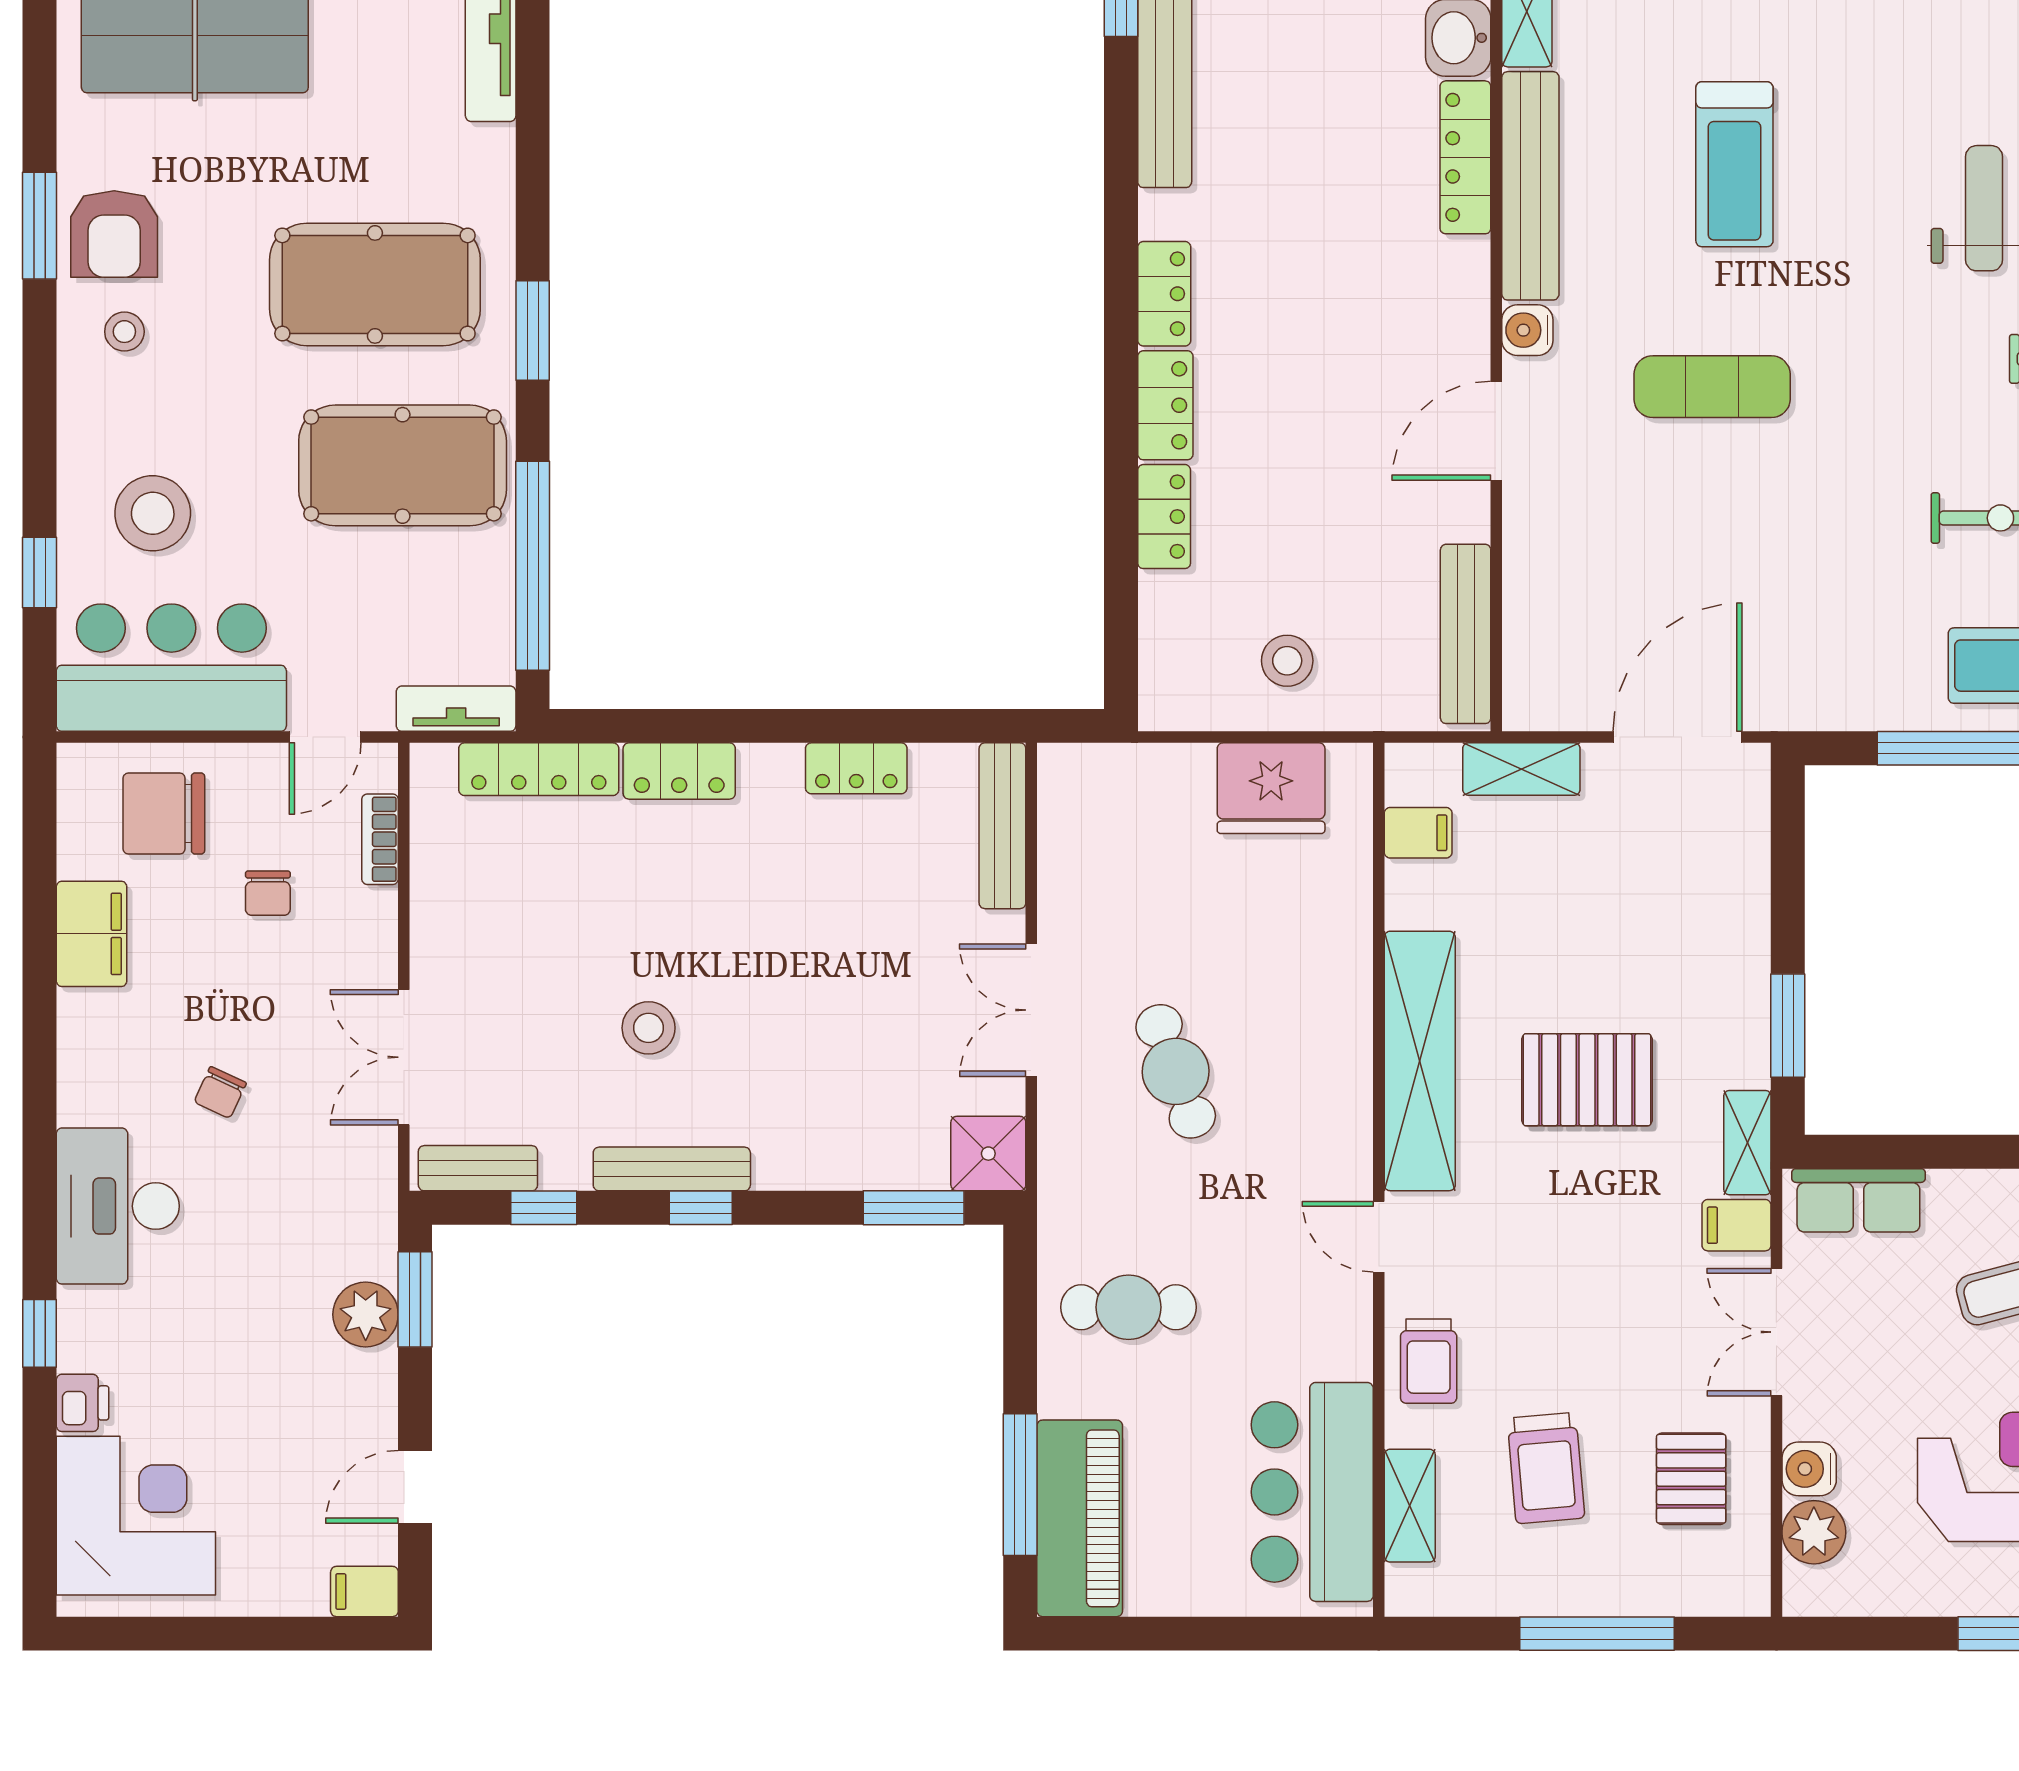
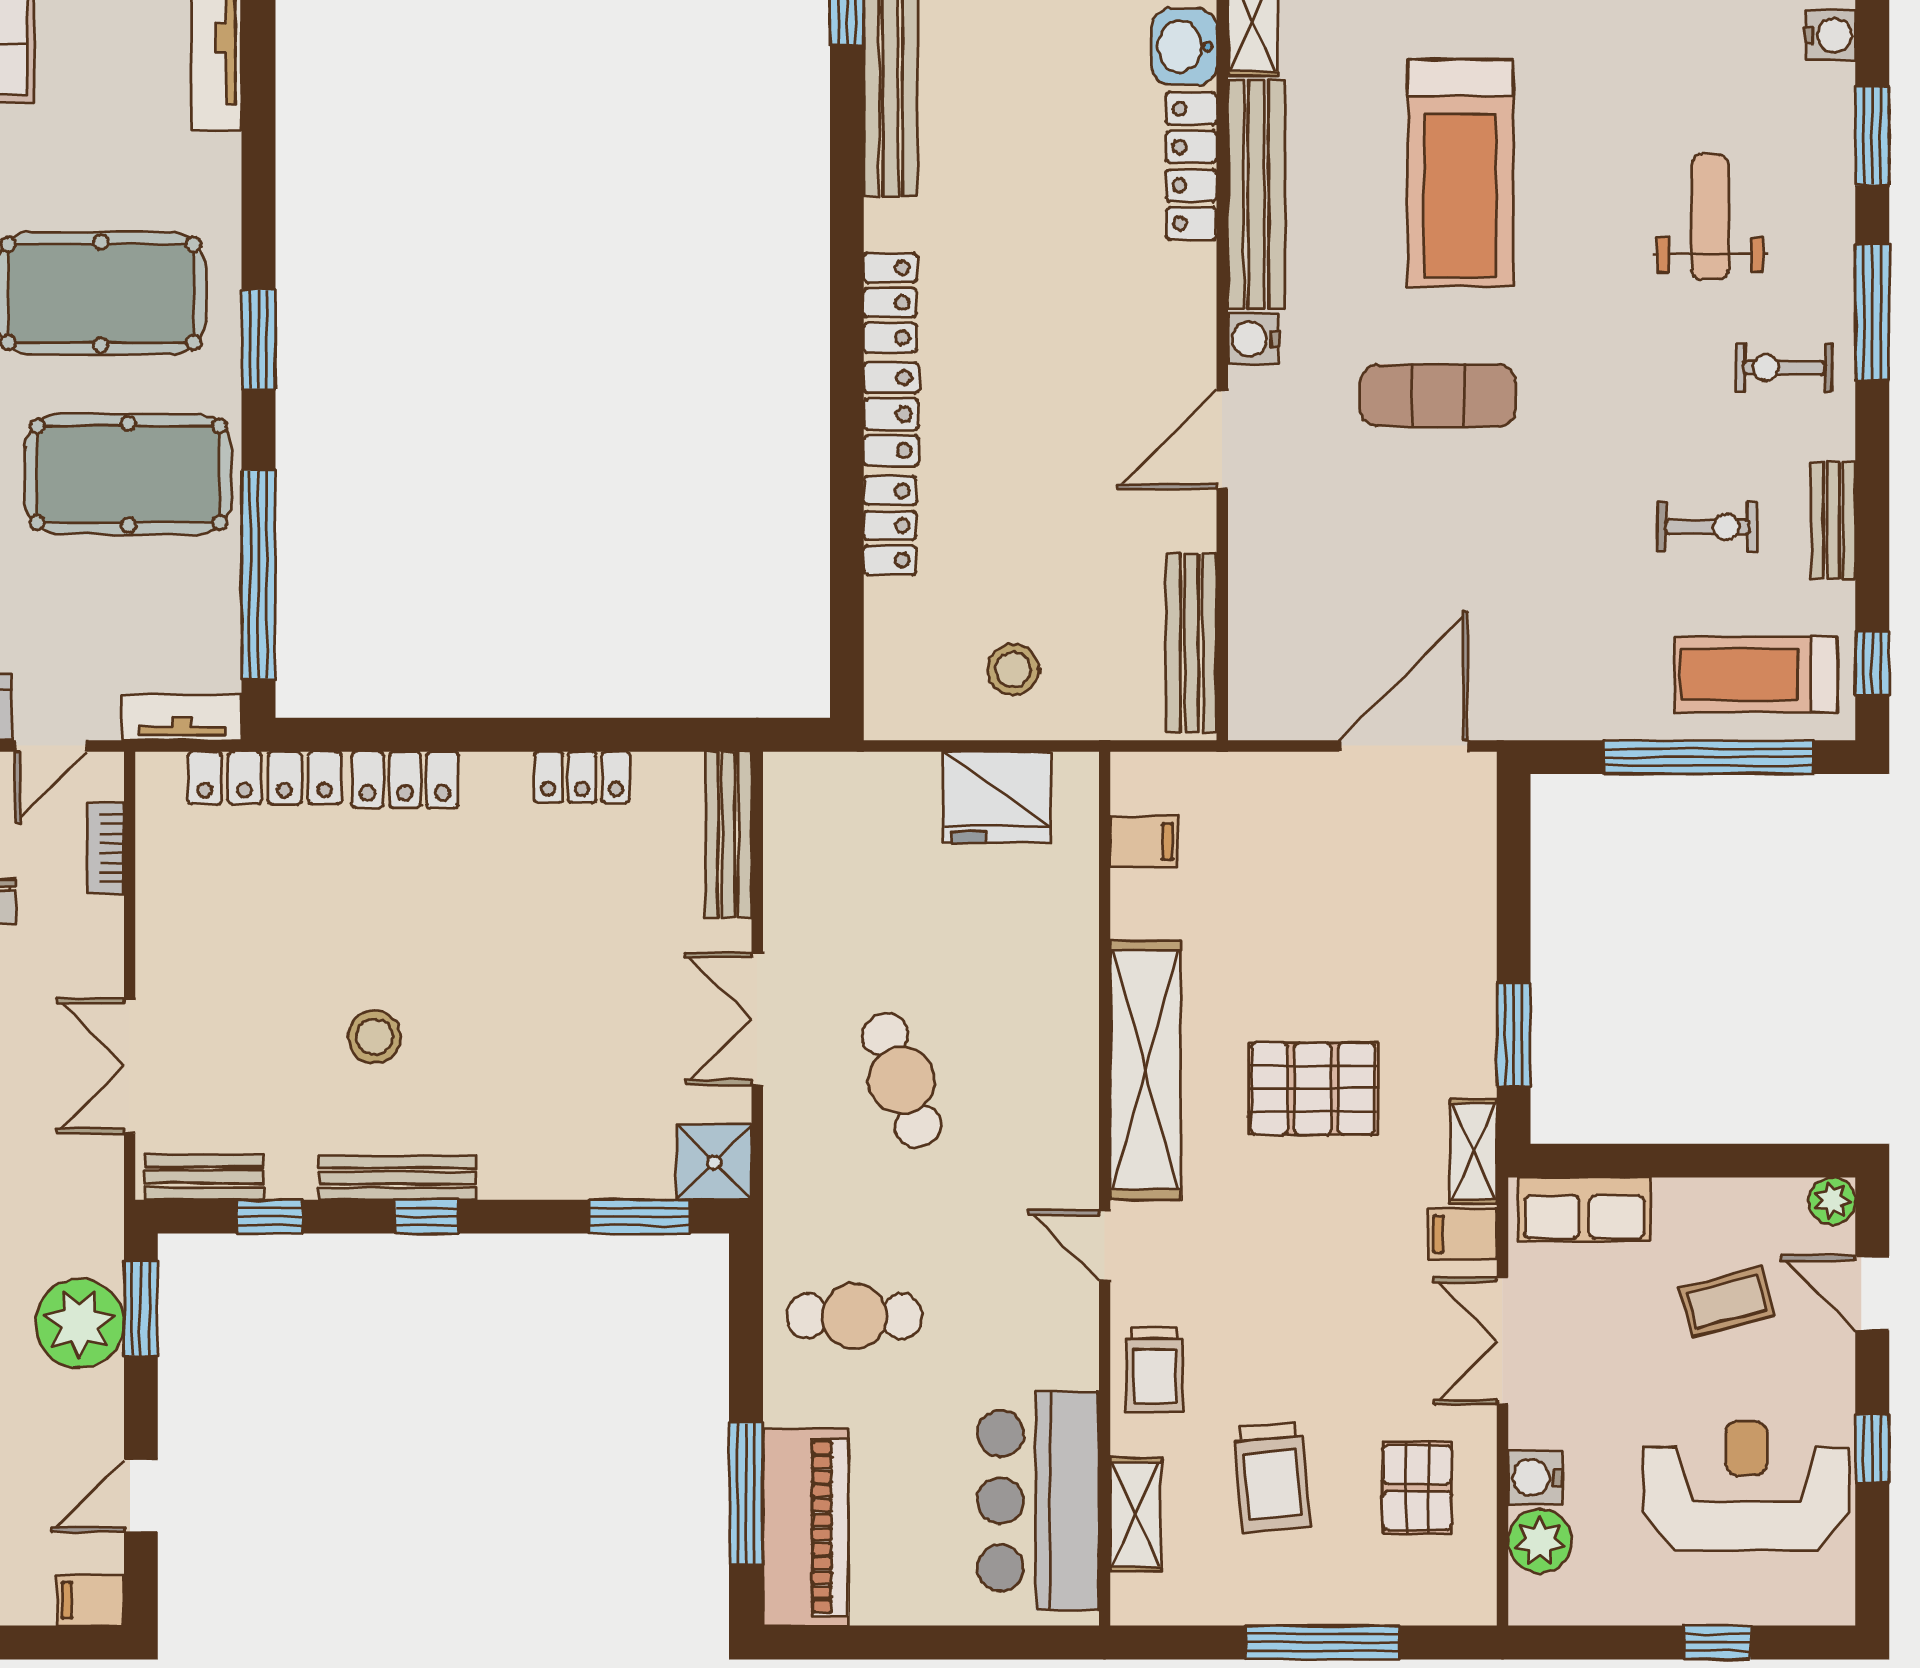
treadmill: (1734, 164) -> (1460, 173), width x1.37, depth x1.38
shelving: (1521, 769) -> (1247, 778), removed
plant: (366, 1315) -> (80, 1323), width x1.36, depth x1.36

